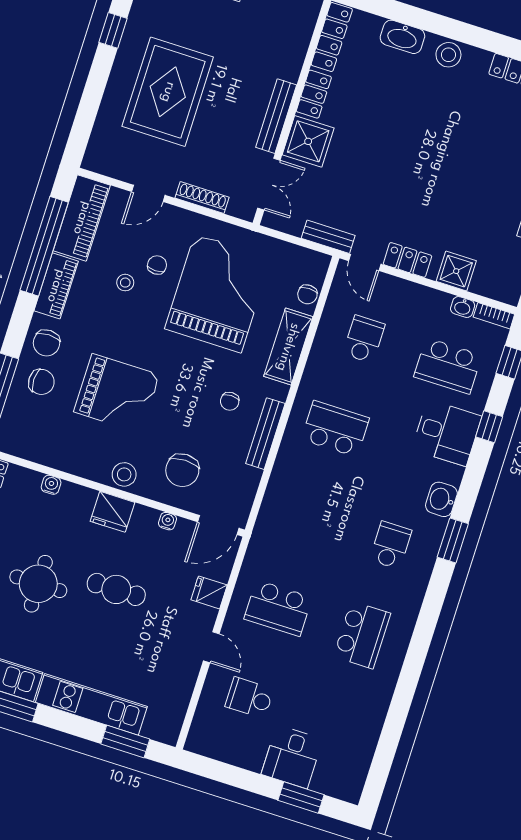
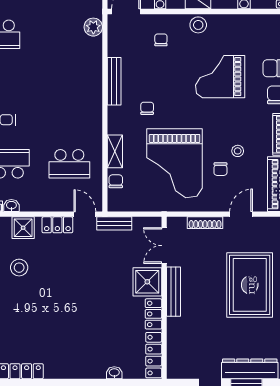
washbasin: (402, 37) -> (114, 373), width x0.52, depth x0.69
stool: (448, 55) -> (19, 268), moved
school desk: (364, 339) -> (69, 164), width x1.85
shelving: (288, 347) -> (115, 151), width x0.67, depth x0.75
chair: (230, 401) -> (147, 108), moved
school desk: (335, 429) -> (69, 99), removed
chair: (182, 470) -> (161, 40), width x0.54, depth x0.54
plant: (270, 518) -> (93, 27), added

